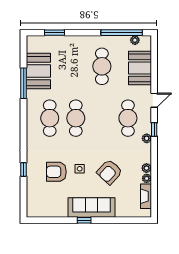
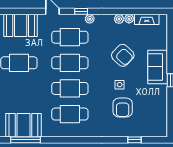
window: (24, 83) -> (26, 140), moved
cafe table: (102, 118) -> (70, 63), added
window: (24, 169) -> (135, 140), moved
sofa: (91, 207) -> (158, 67), width x0.73

